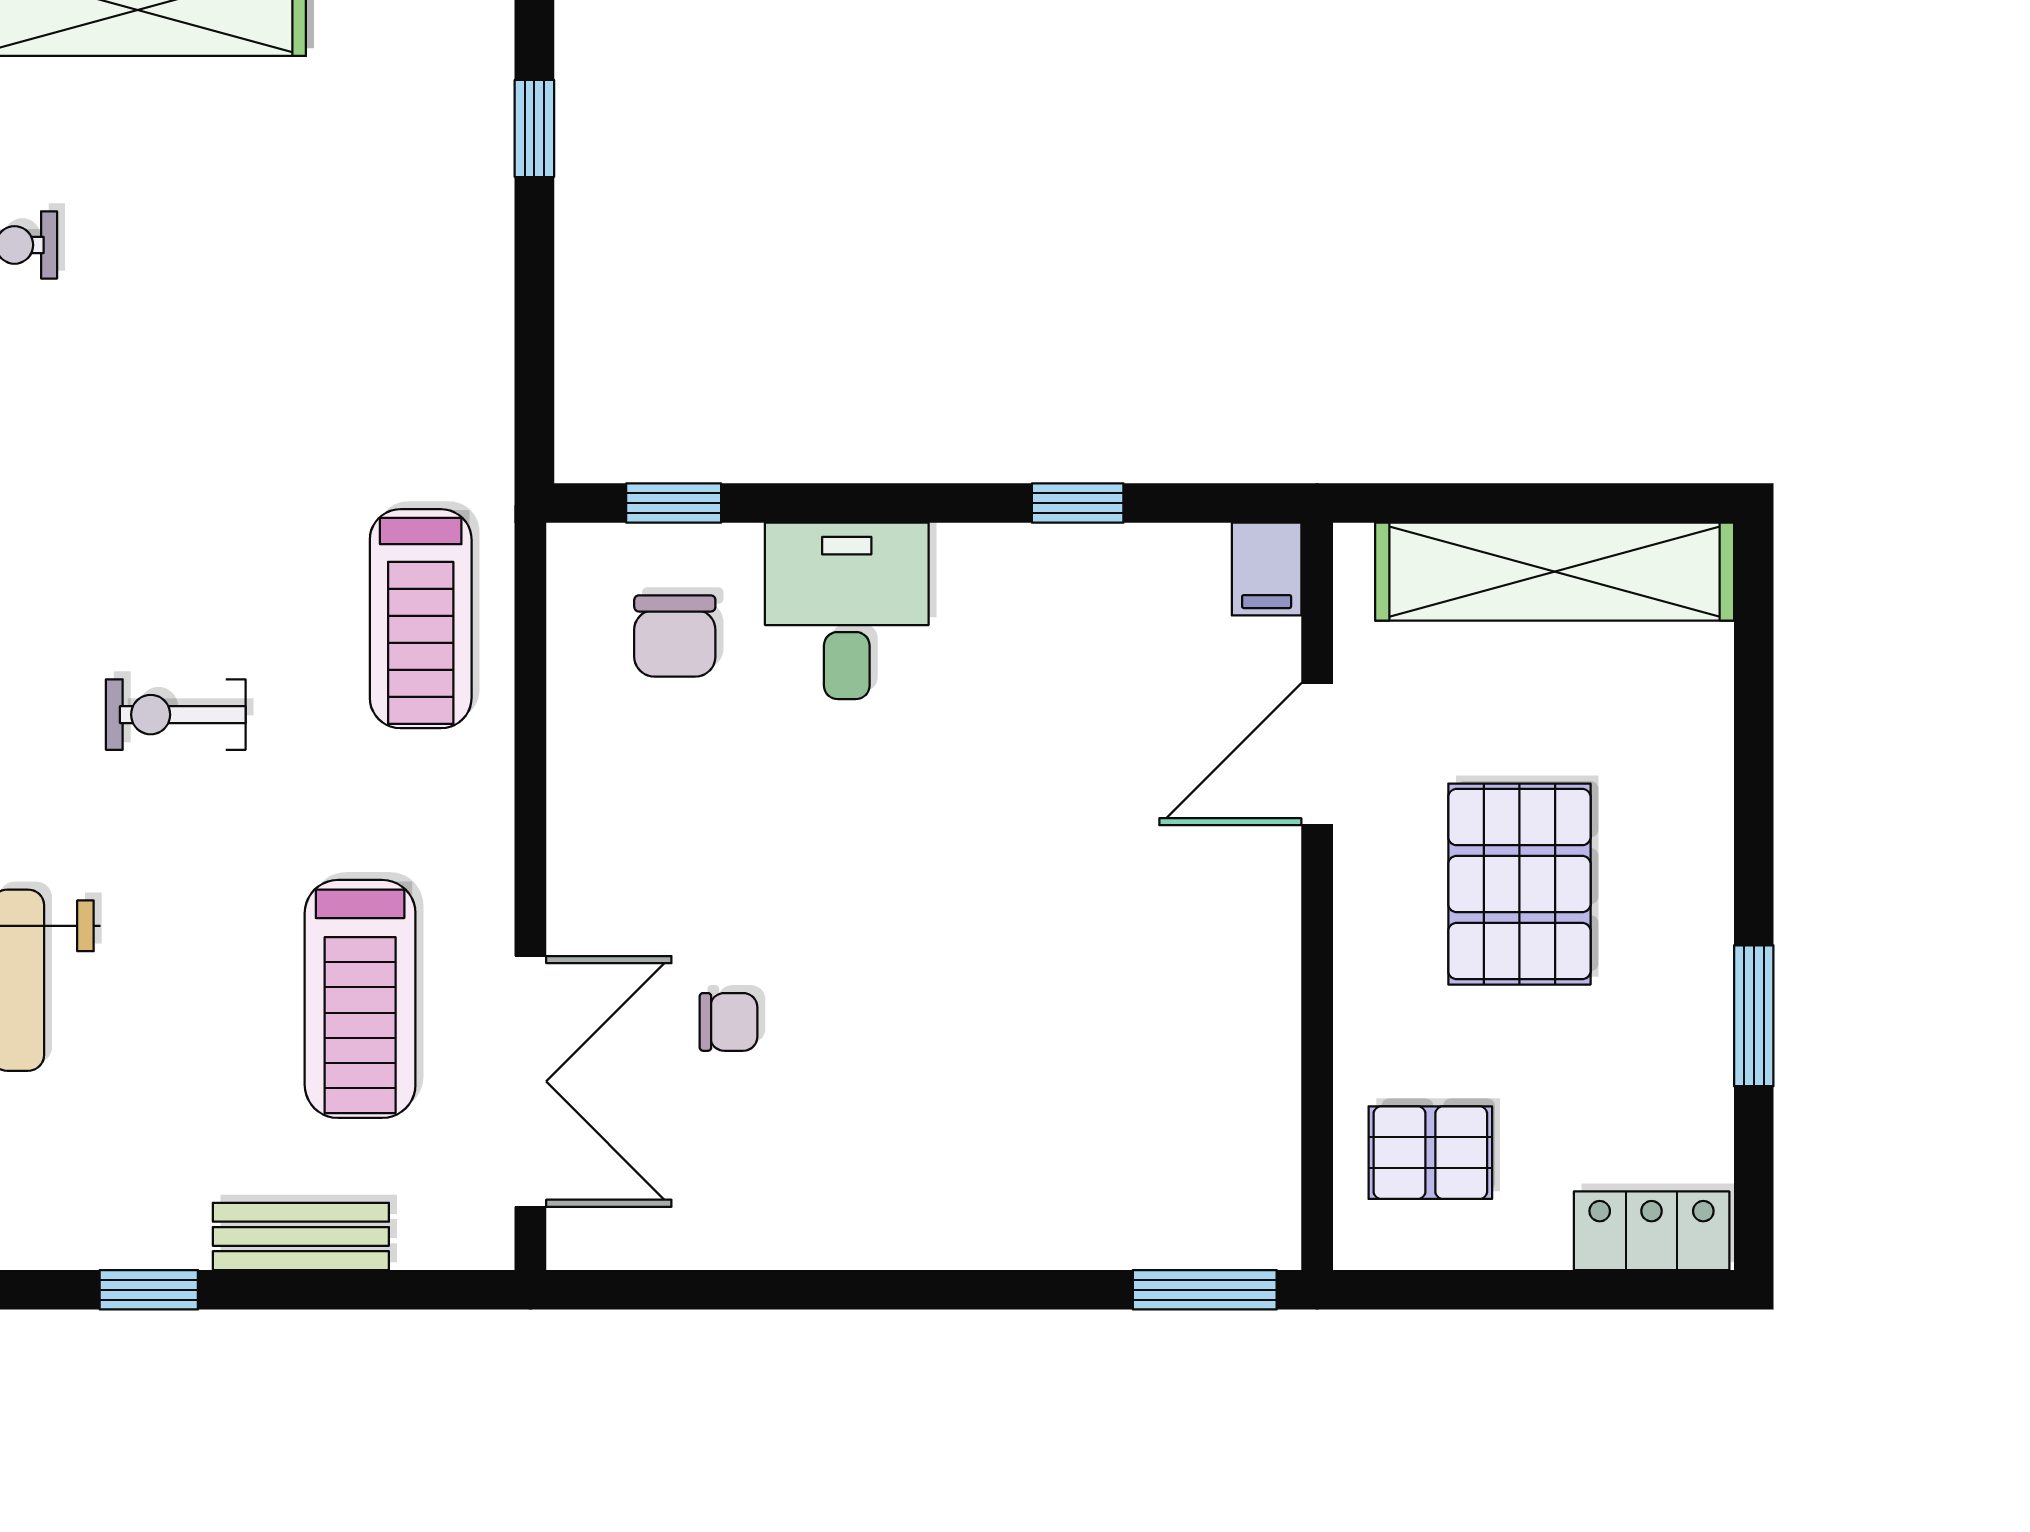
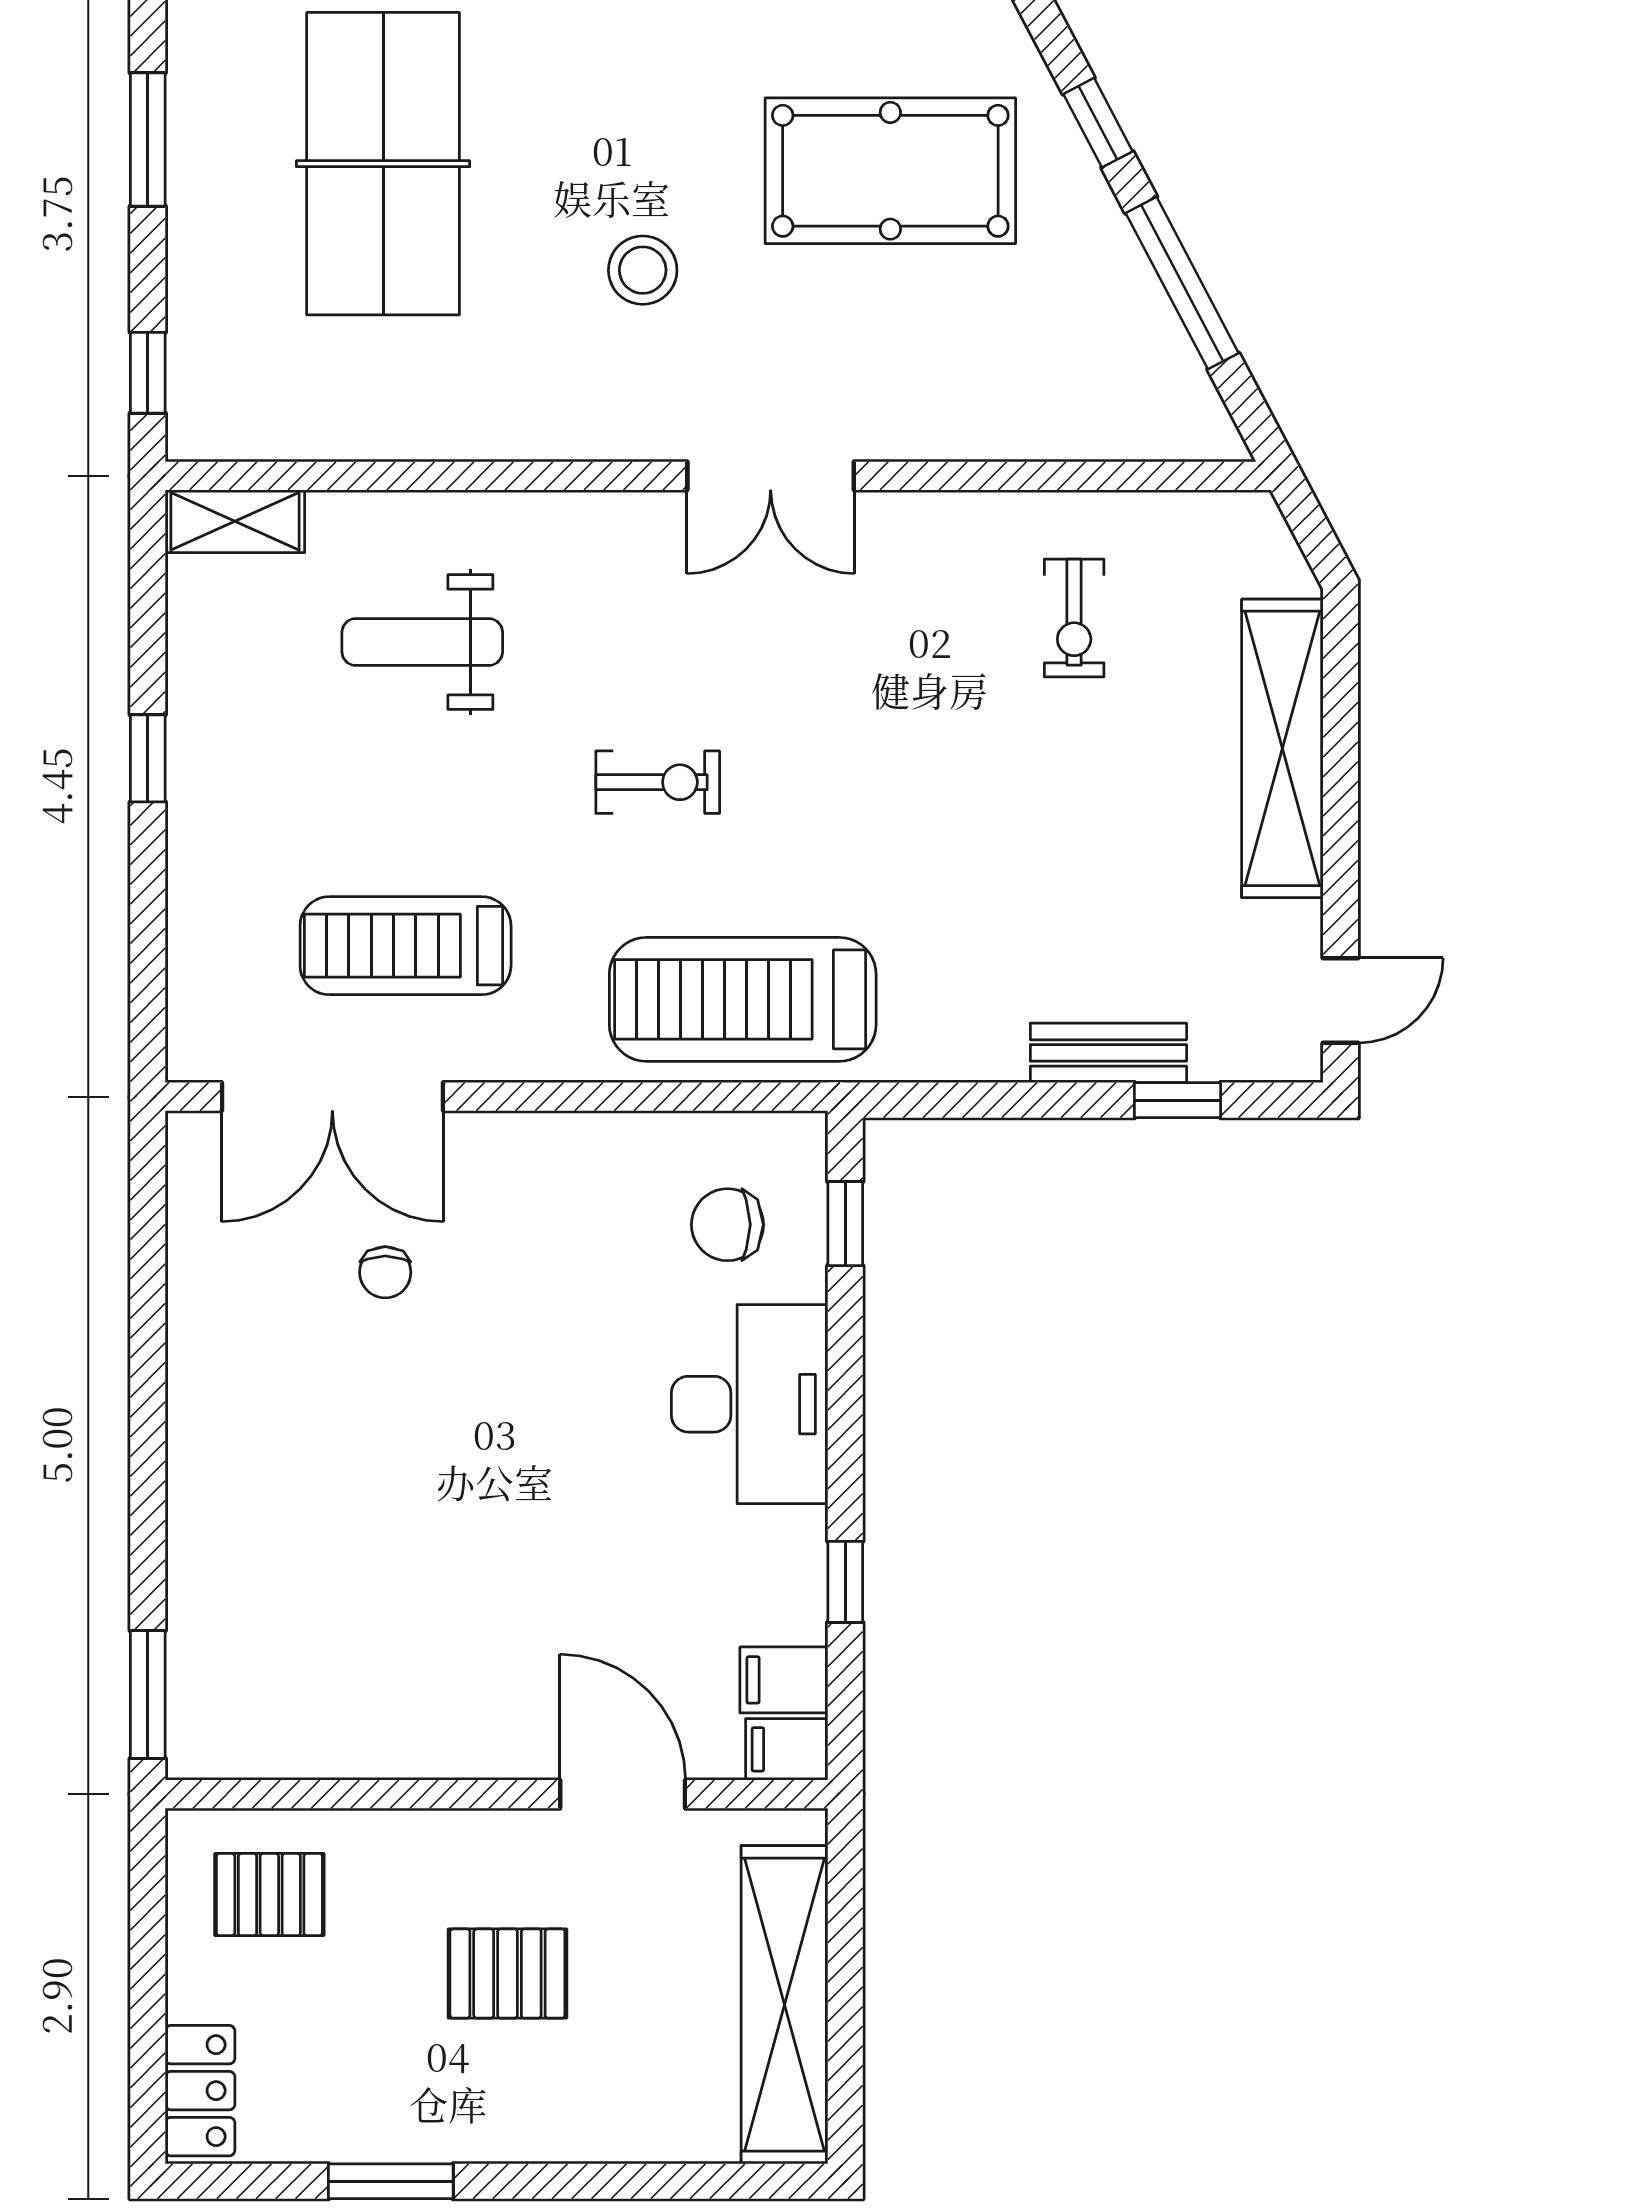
filing cabinet: (1188, 572) -> (784, 1680), added
desk: (847, 611) -> (750, 1404), width x1.37
treadmill: (421, 619) -> (743, 999), width x1.37, depth x1.38
exercise bike: (176, 715) -> (658, 782), turned 90
pallet: (1519, 884) -> (507, 1974), width x0.67, depth x0.71
pallet: (1430, 1153) -> (269, 1895), turned 90
bench: (301, 1236) -> (1108, 1053), moved, turned 90

